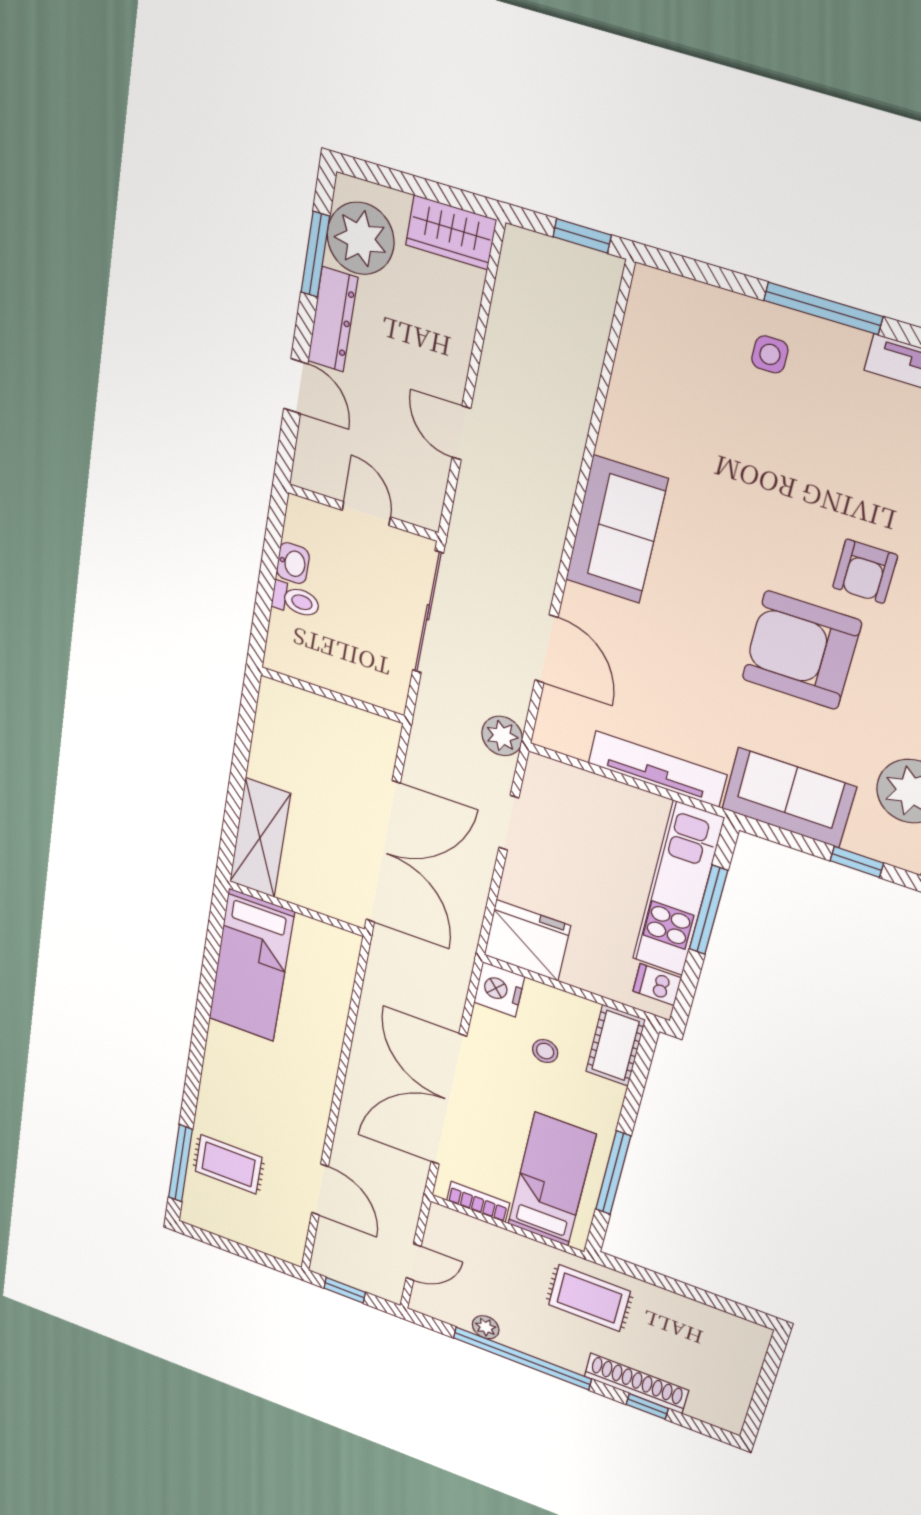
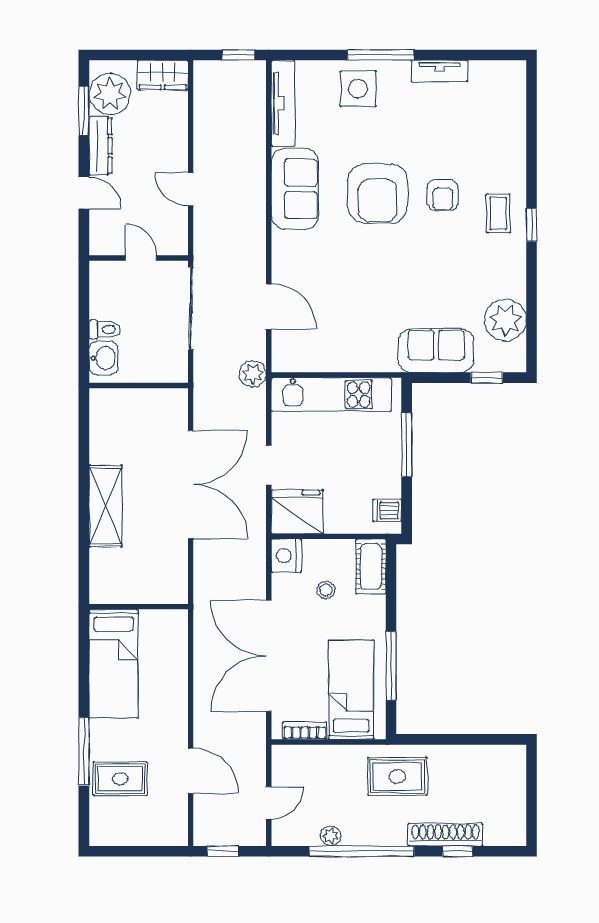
side table: (770, 354) -> (358, 89), width x1.87, depth x1.87
sofa: (616, 530) -> (295, 189), moved
washbasin: (293, 563) -> (104, 358), moved, width x1.38, depth x1.45
armchair: (801, 650) -> (378, 193), moved, turned -90
tv unit: (657, 769) -> (283, 103), moved, turned 90
doorway: (509, 823) -> (269, 465), moved
kitchen unit: (678, 889) -> (331, 395), moved, turned -90
wall: (296, 909) -> (139, 607), moved
bed: (251, 966) -> (114, 663), moved
window: (180, 1163) -> (84, 751), moved

